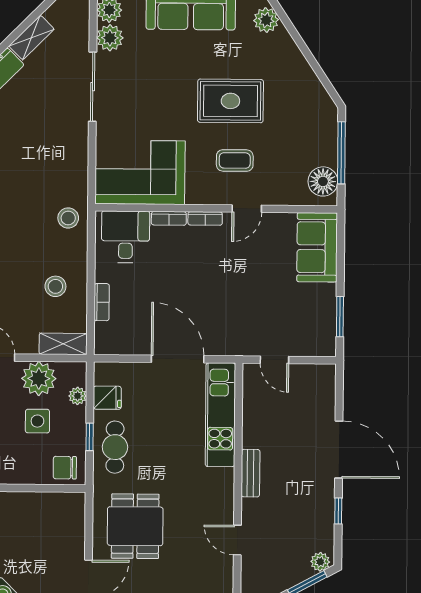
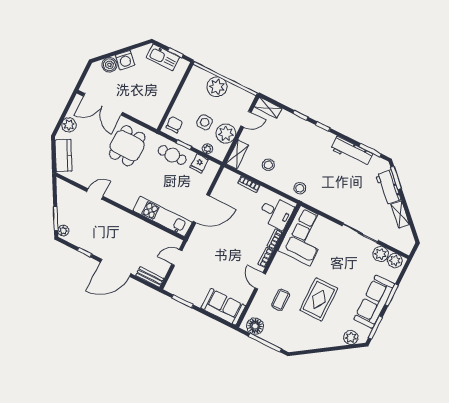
coffee table: (235, 160) -> (281, 300), moved
bench: (250, 473) -> (150, 277), moved
dining table: (135, 526) -> (127, 146), turned 90

